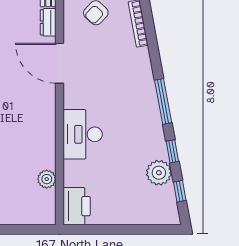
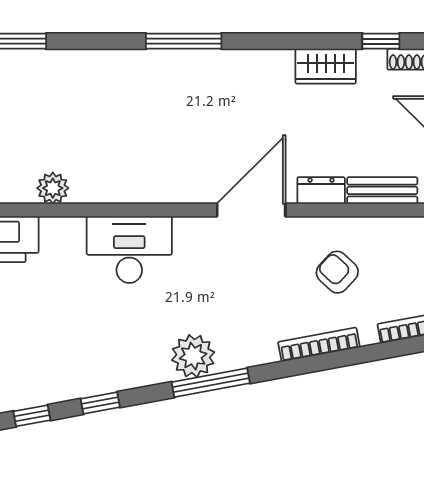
window: (163, 101) -> (211, 383), moved
plant: (159, 173) -> (193, 356), moved

